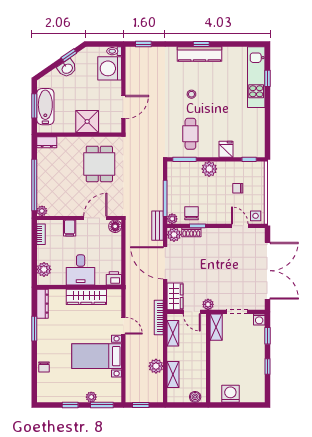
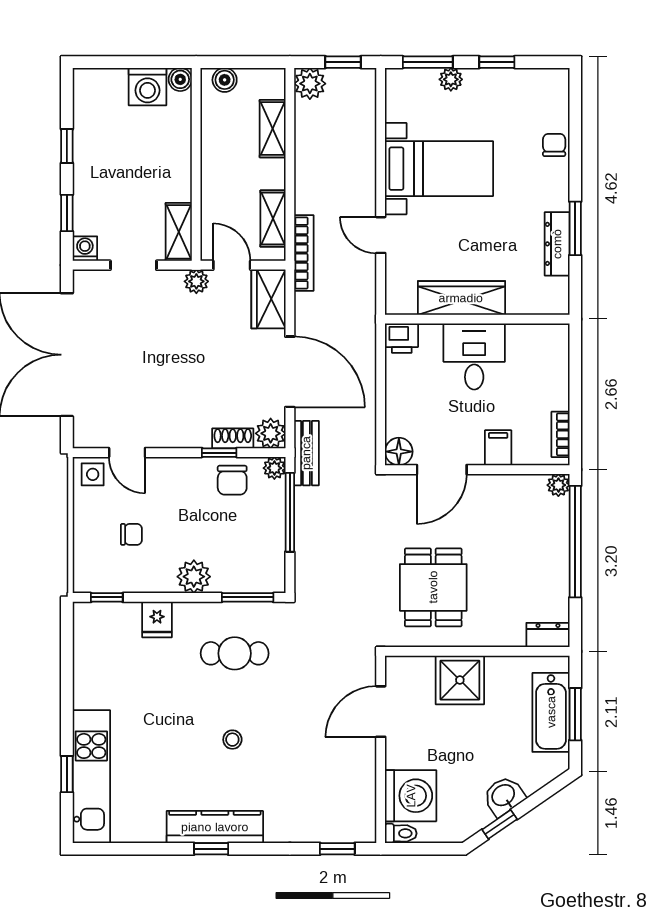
cafe table: (190, 134) -> (235, 653), turned 90
plant: (44, 269) -> (554, 358), removed
dresser: (43, 304) -> (557, 244), moved
plant: (156, 366) -> (310, 84), moved
boiler: (215, 397) -> (180, 79), added

